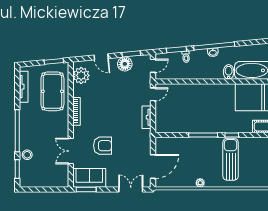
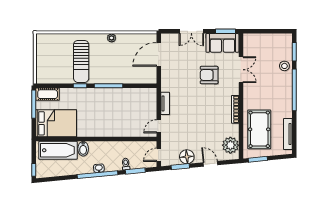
double door: (131, 189) -> (191, 31), moved

